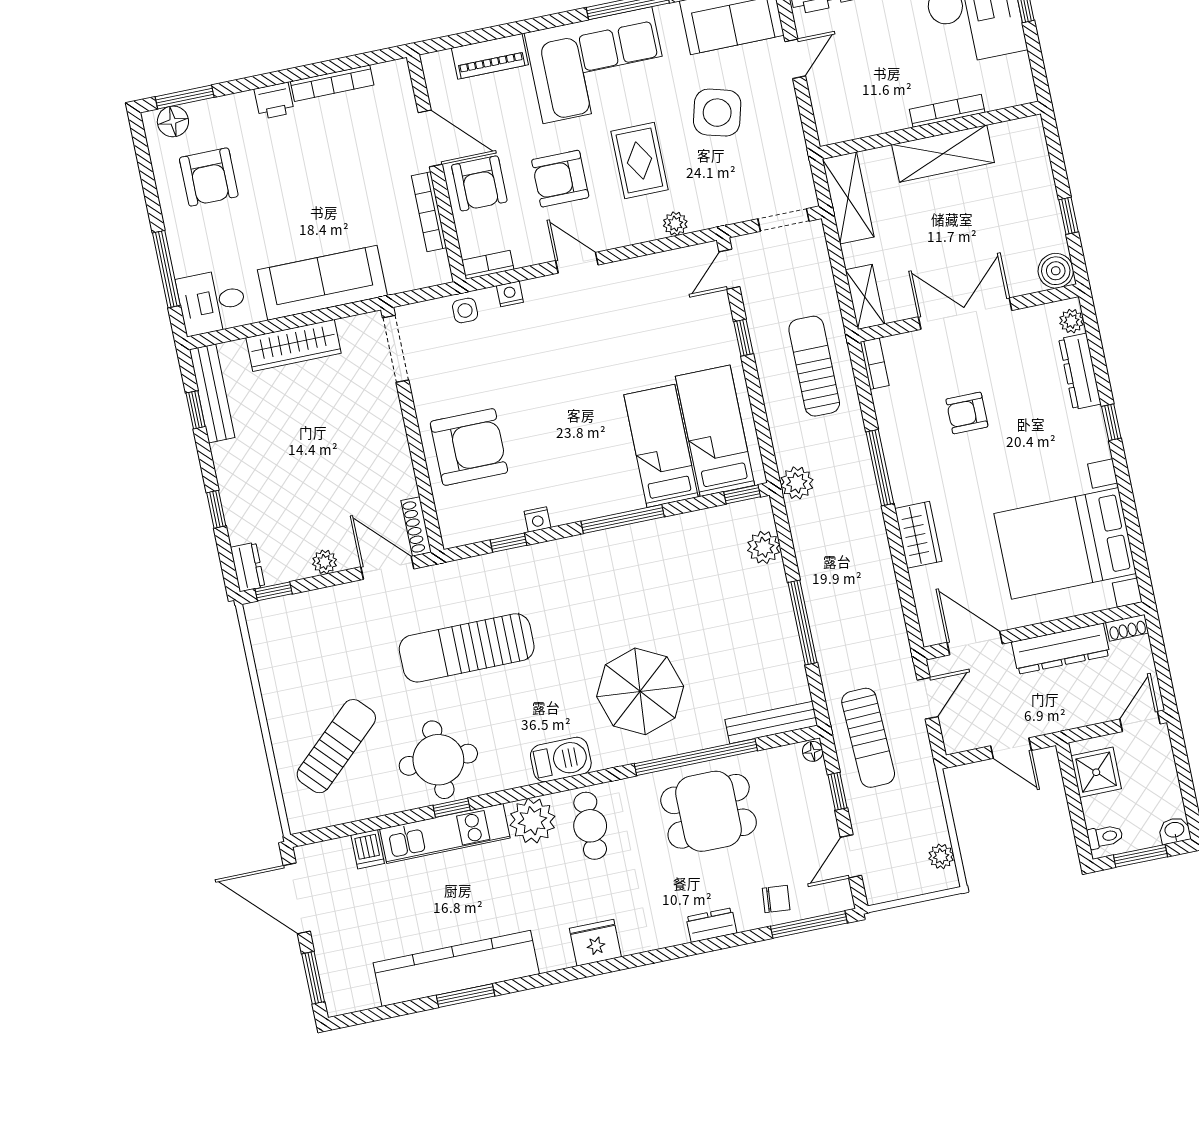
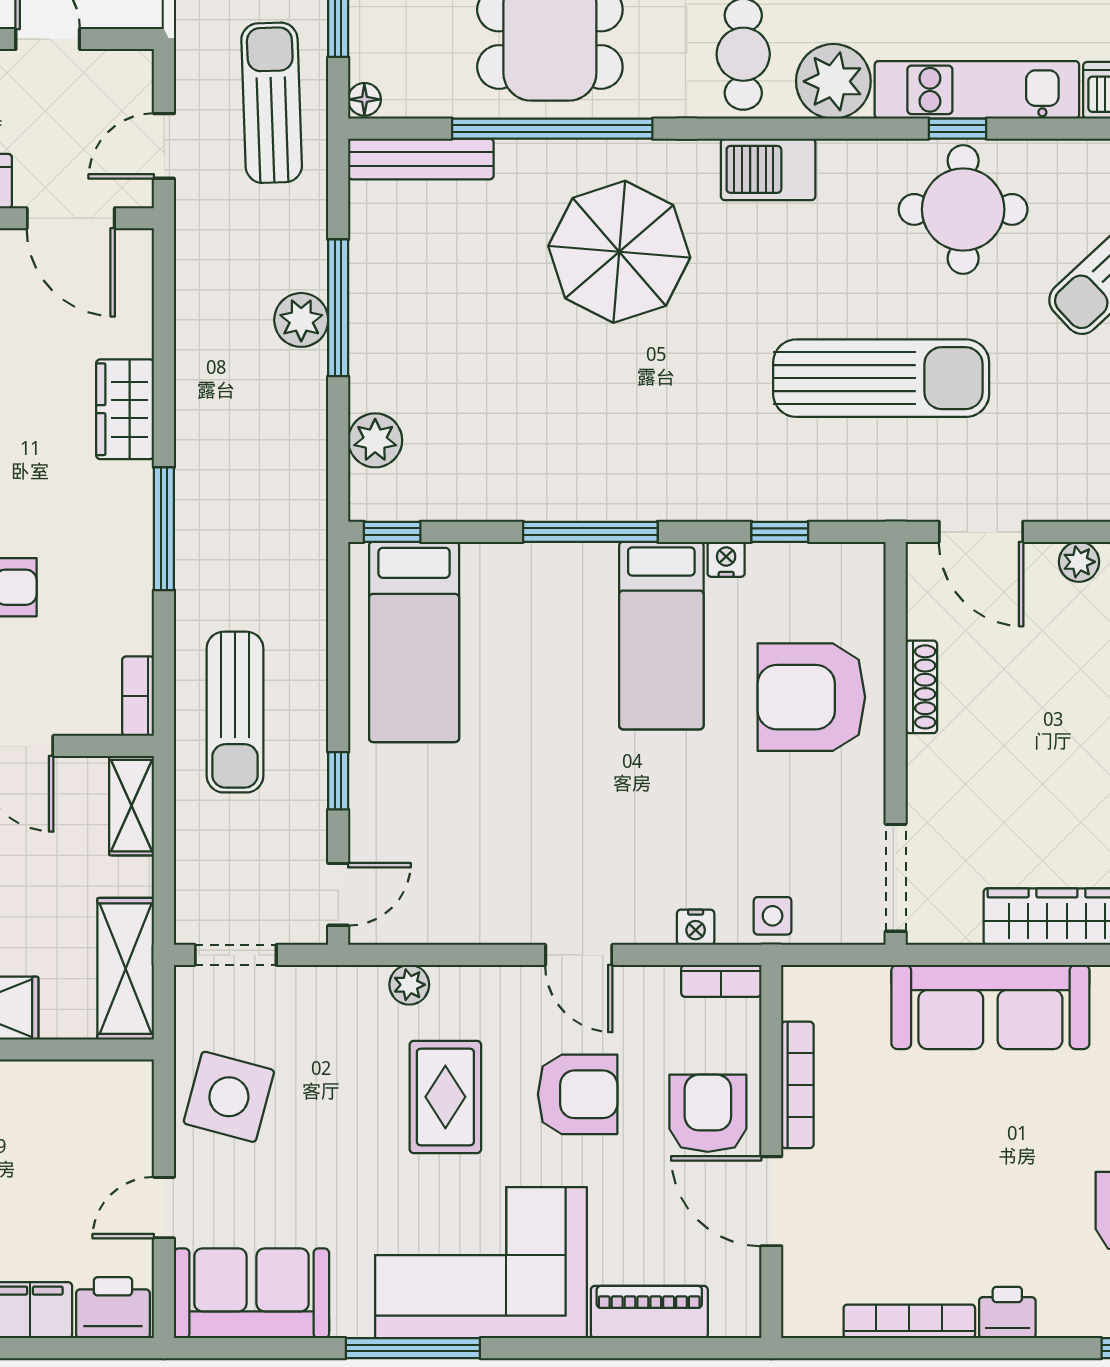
side table: (717, 113) -> (229, 1097), moved
bed: (661, 446) -> (661, 636), moved
plant: (797, 483) -> (301, 320), moved
shoe rack: (416, 526) -> (921, 687), moved

